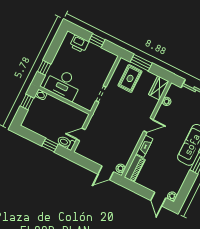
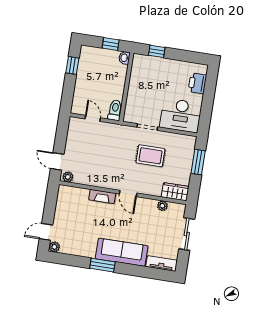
window: (97, 41) -> (208, 103), removed
rug: (130, 78) -> (150, 156), moved
desk: (63, 84) -> (181, 115), moved, turned -90
toilet: (66, 143) -> (115, 110), moved
window: (50, 145) -> (72, 65), moved
piano: (135, 168) -> (73, 193), removed

